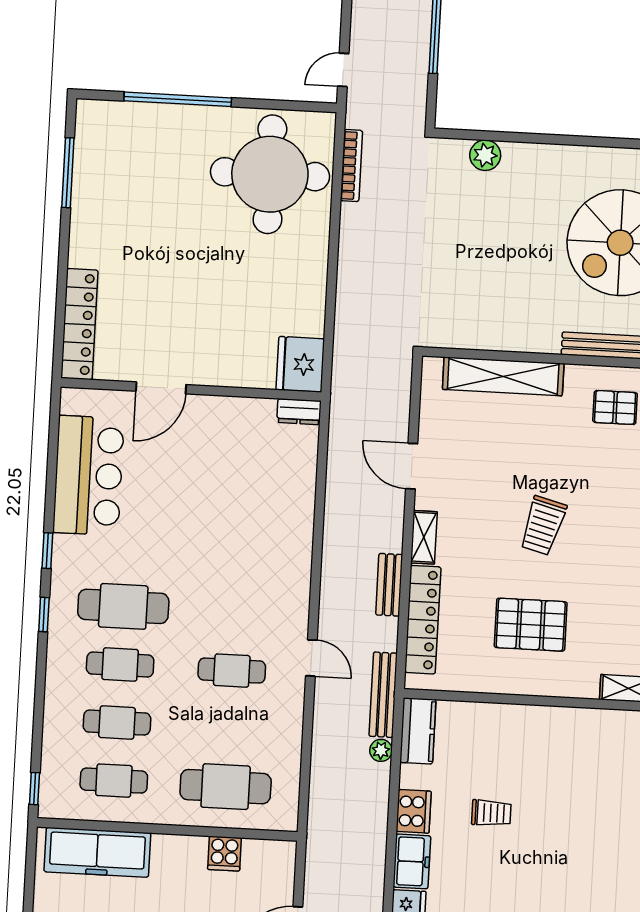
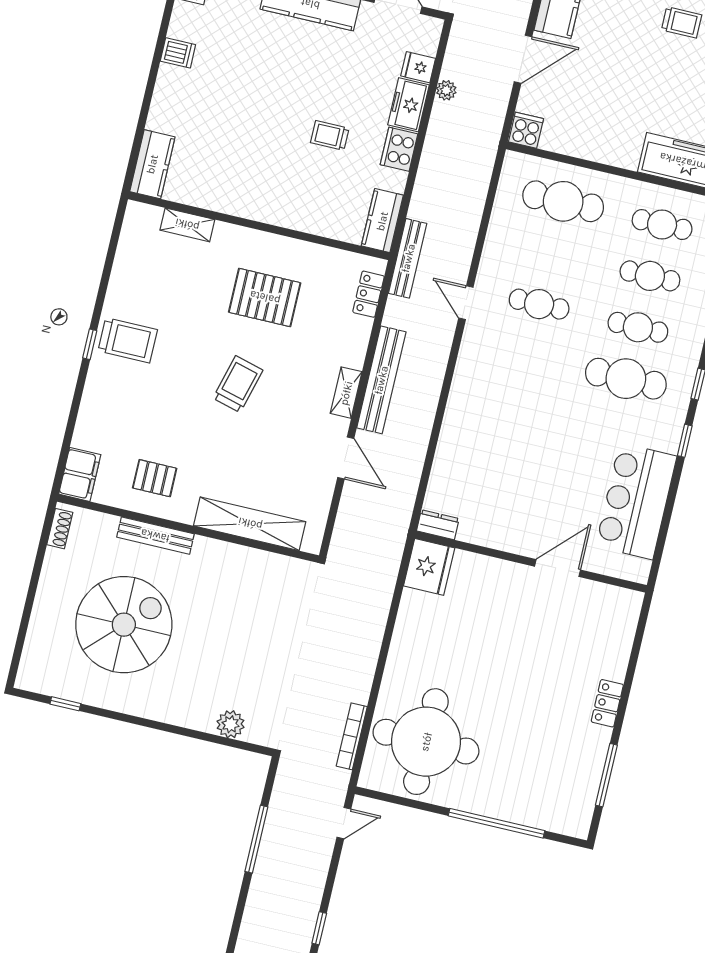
locker: (79, 324) -> (607, 703), moved, width x0.46, depth x0.83
bench: (389, 585) -> (381, 380), width x1.86, depth x1.21
locker: (423, 620) -> (369, 294), width x0.46, depth x0.83
plant: (381, 750) -> (446, 90), moved
cooker: (224, 854) -> (526, 130), moved

